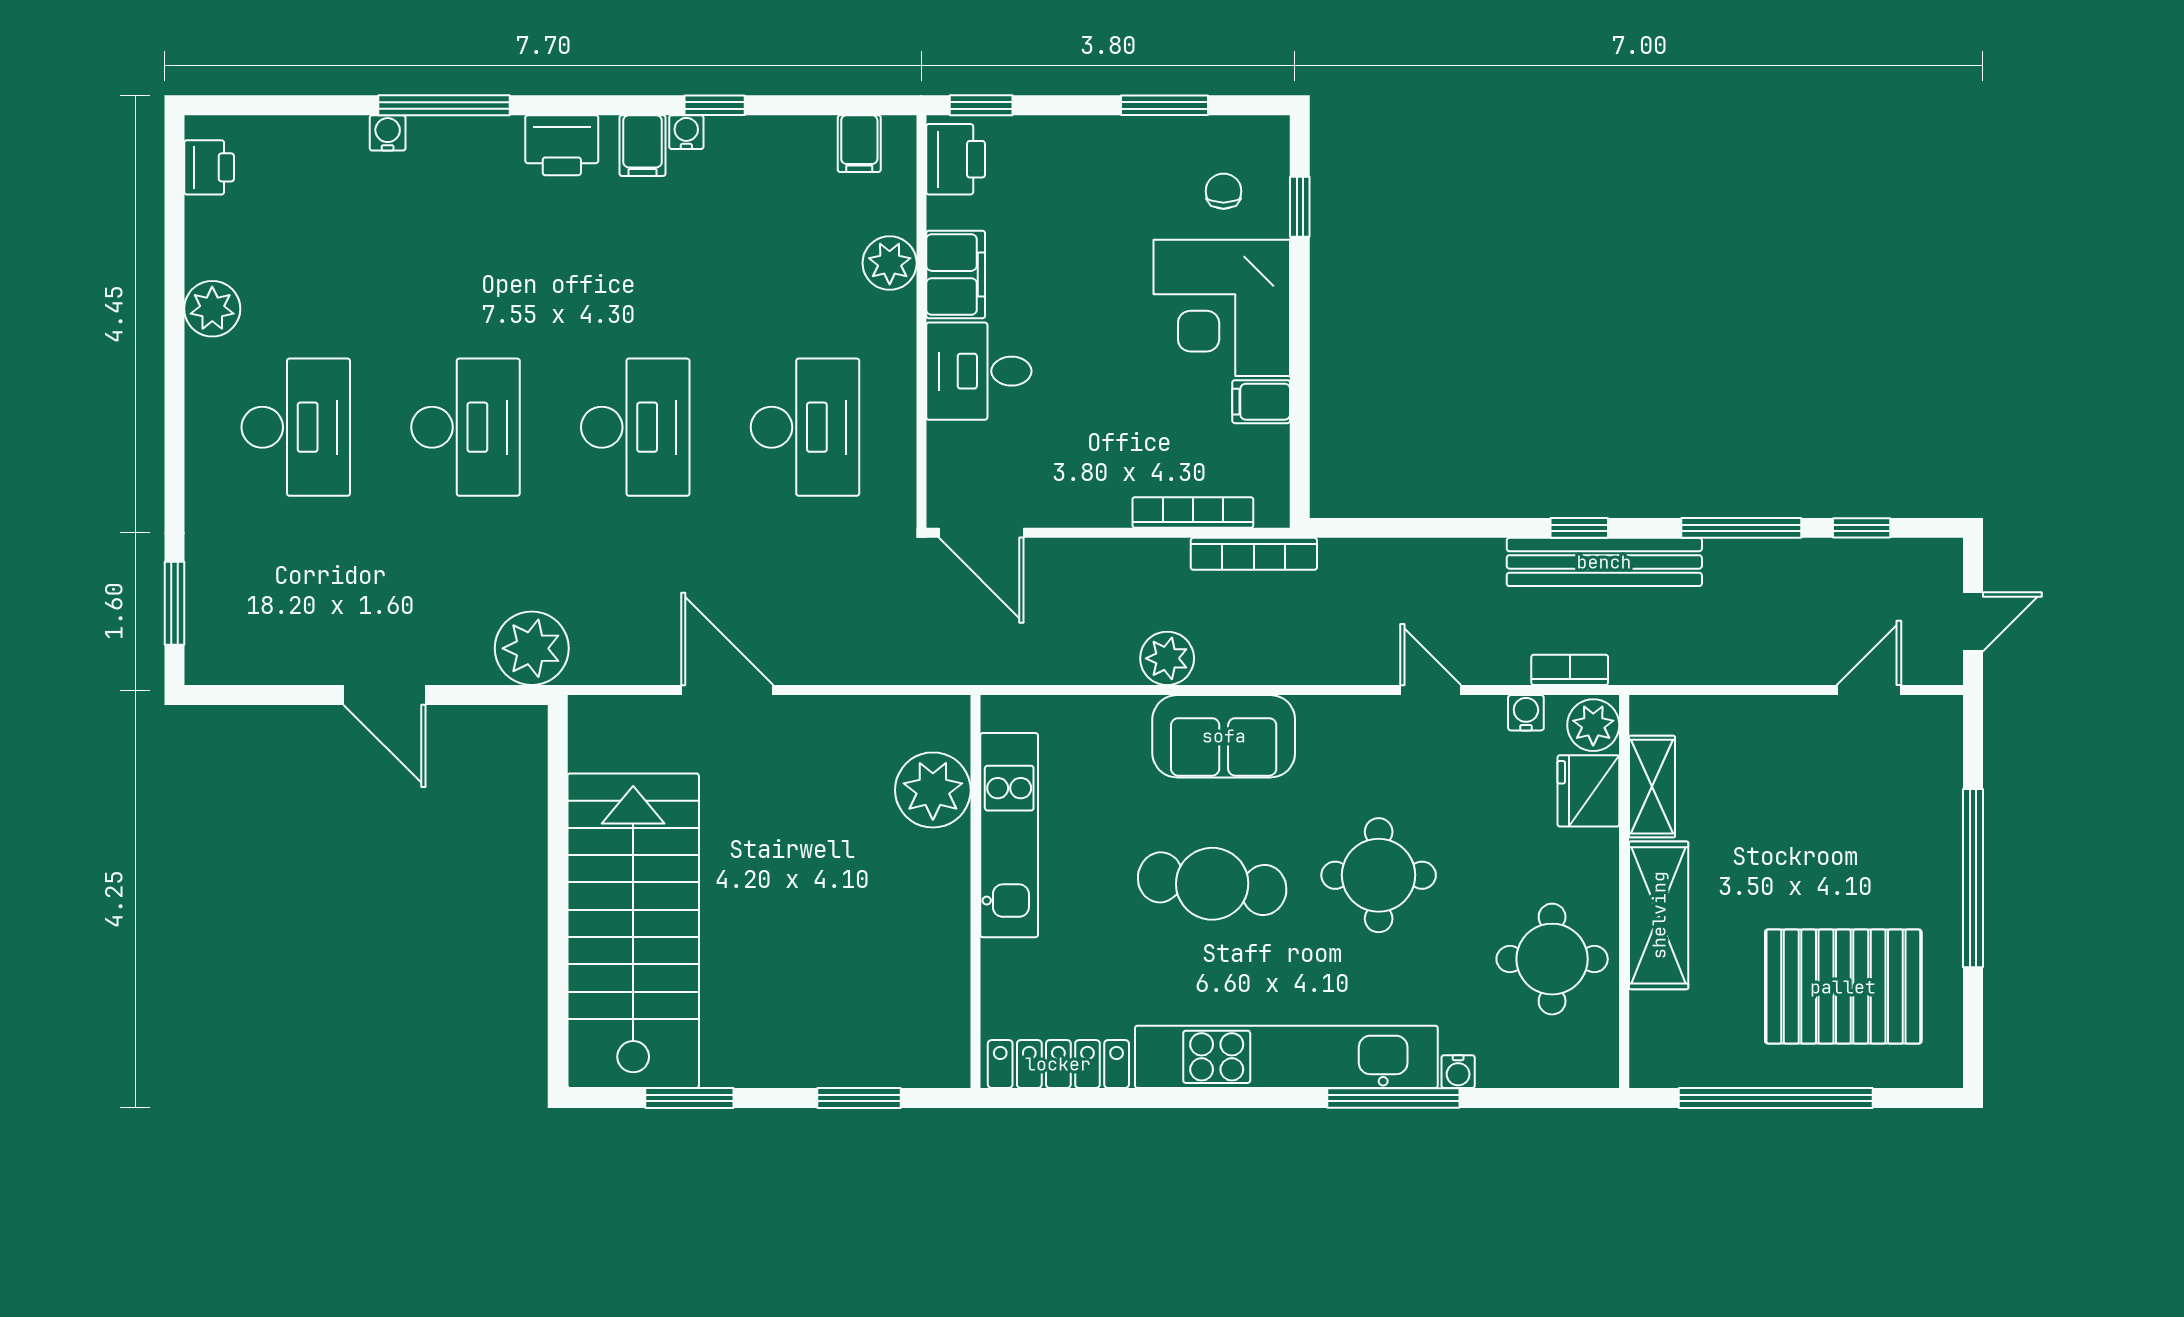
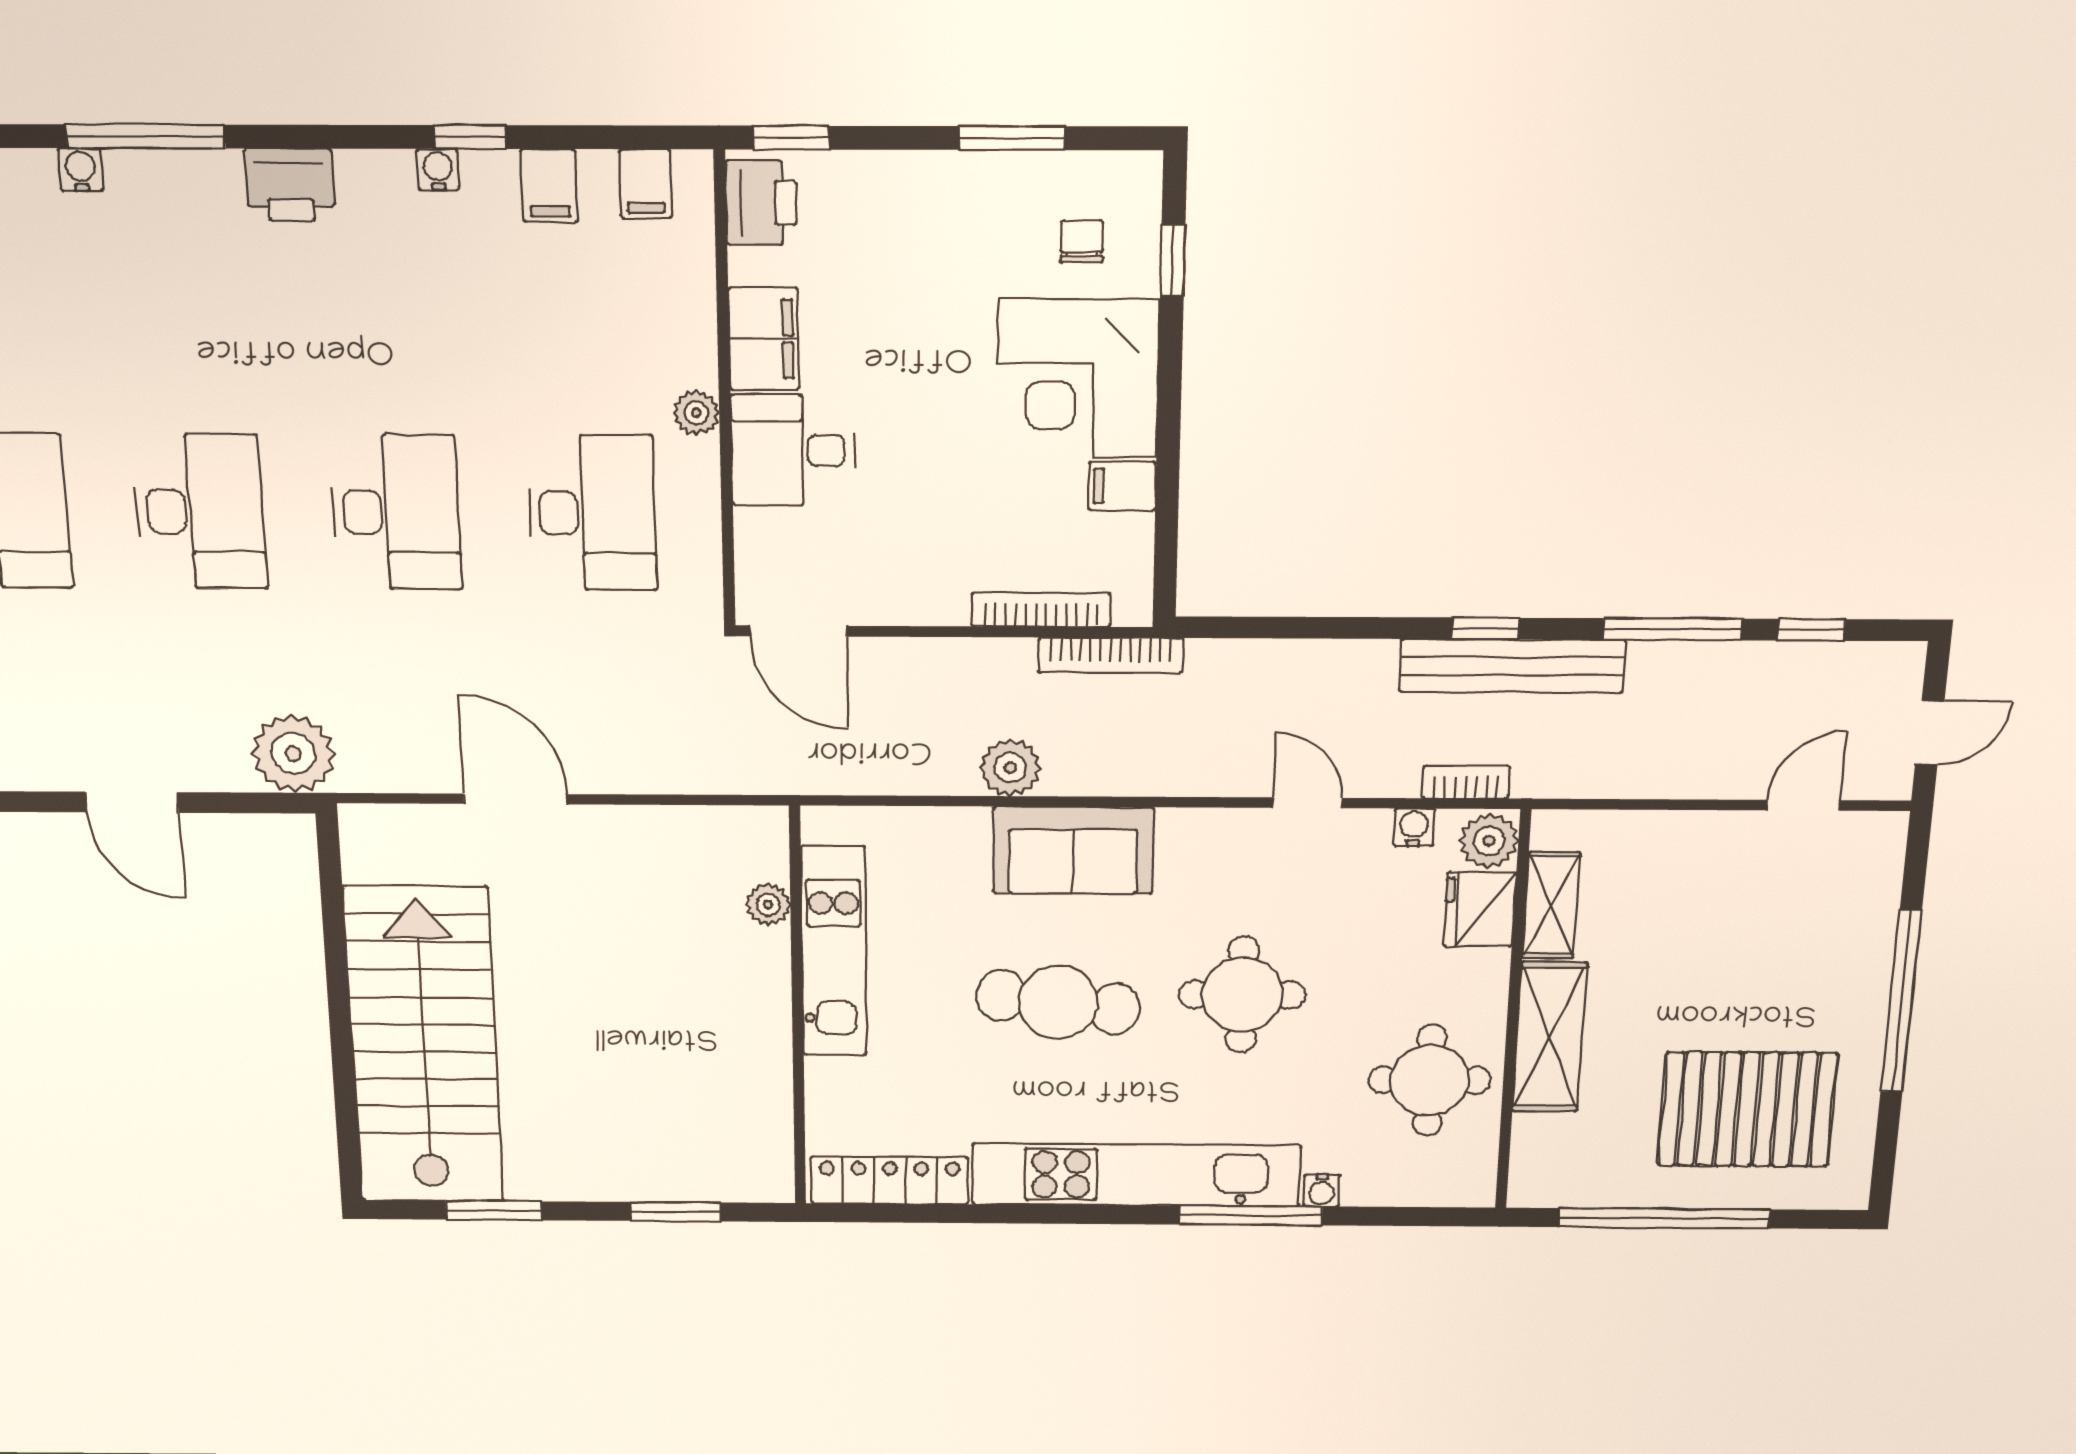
filing cabinet: (642, 146) -> (549, 186), moved
plant: (890, 263) -> (696, 413), moved, width x0.73, depth x0.73
plant: (933, 790) -> (768, 905), width x0.53, depth x0.53

